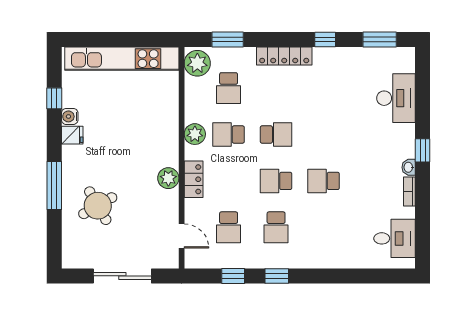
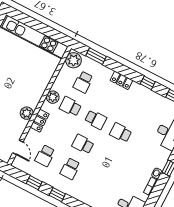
locker: (284, 56) -> (121, 80), width x0.66
school desk: (324, 181) -> (121, 133), moved

